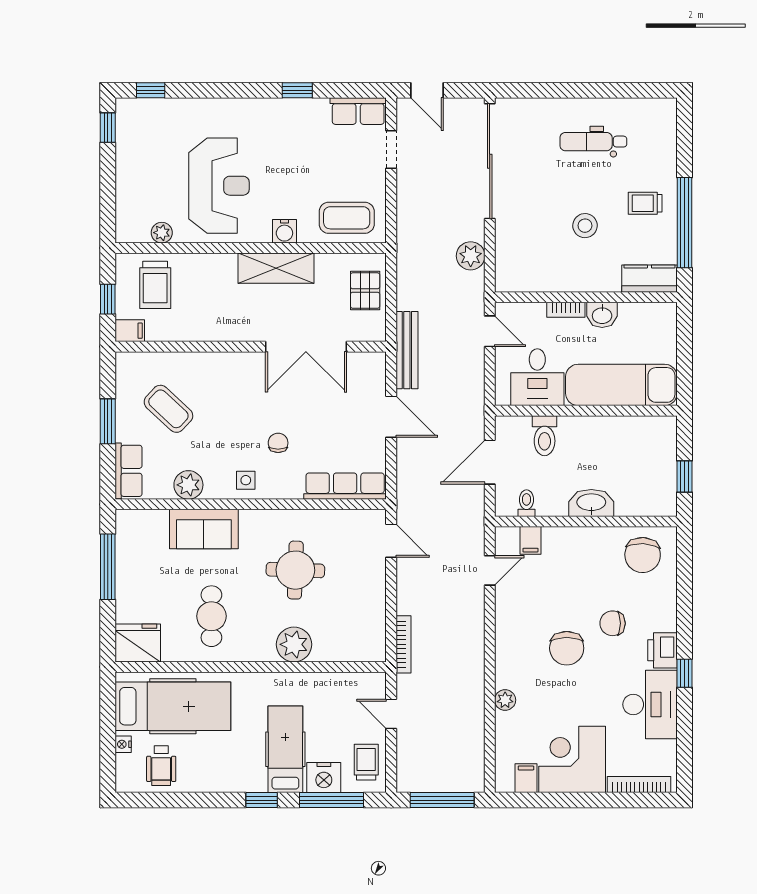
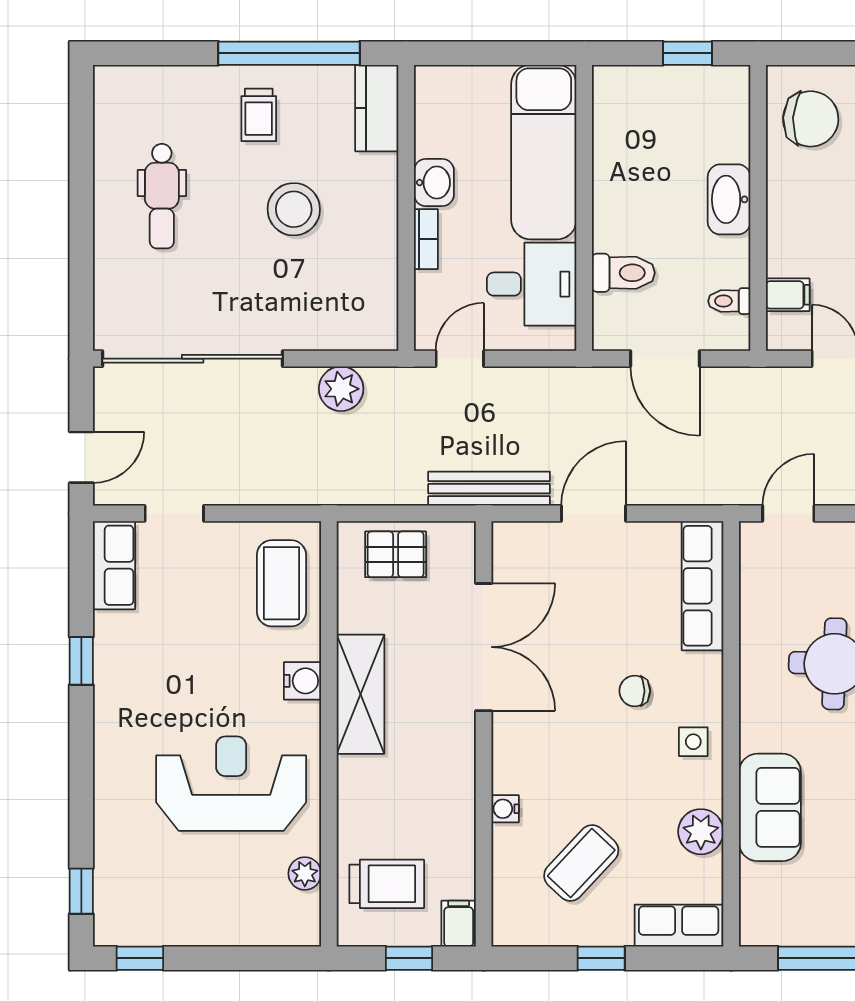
stool: (585, 226) -> (294, 209), width x1.38, depth x1.38
water cooler: (203, 360) -> (505, 809), added
window: (108, 421) -> (601, 958), width x0.67

